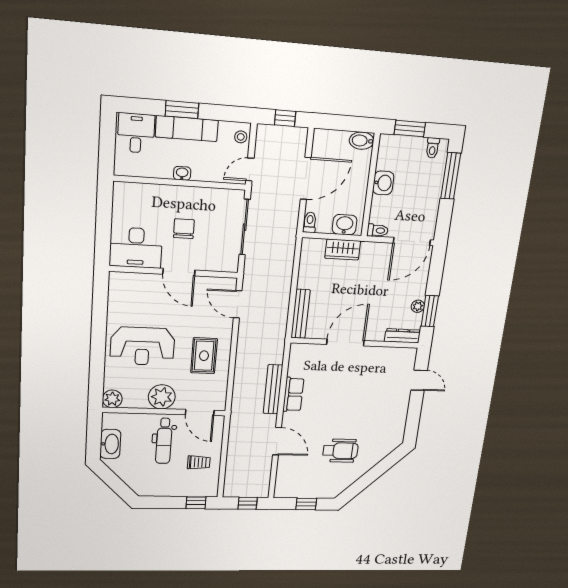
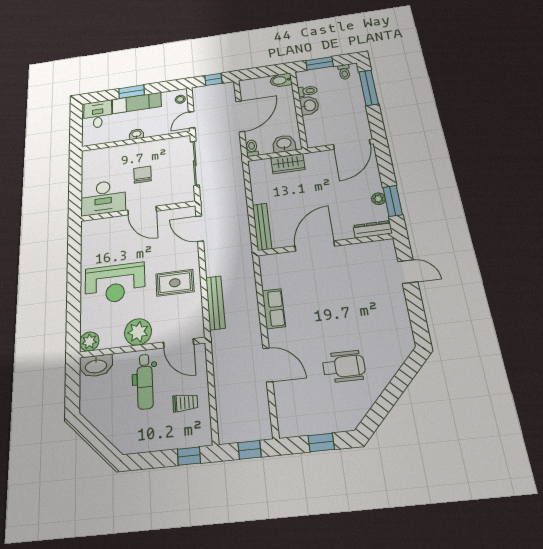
toilet: (378, 230) -> (307, 91), moved
rug: (204, 356) -> (175, 283), turned 90
bench: (273, 389) -> (215, 303), moved
washbasin: (110, 444) -> (96, 366), moved, turned 90

